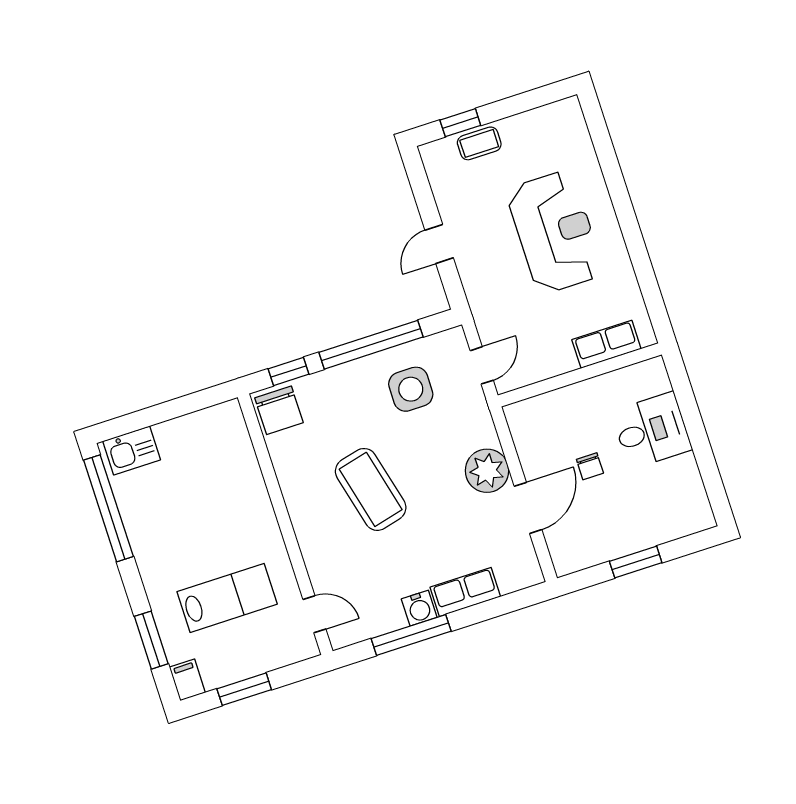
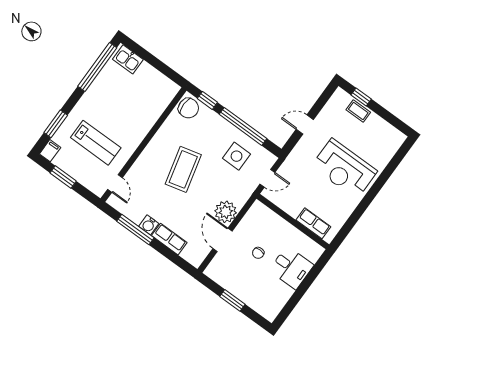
reception desk: (555, 232) -> (344, 169), turned 90
chair: (279, 410) -> (188, 108), turned -90
door: (528, 508) -> (223, 240), swing flipped

